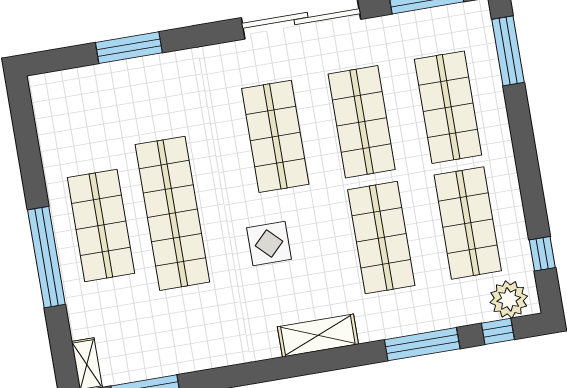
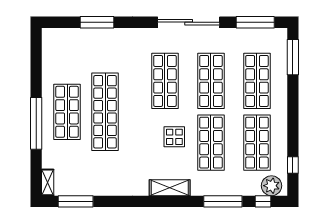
display table: (269, 243) -> (174, 137), moved

